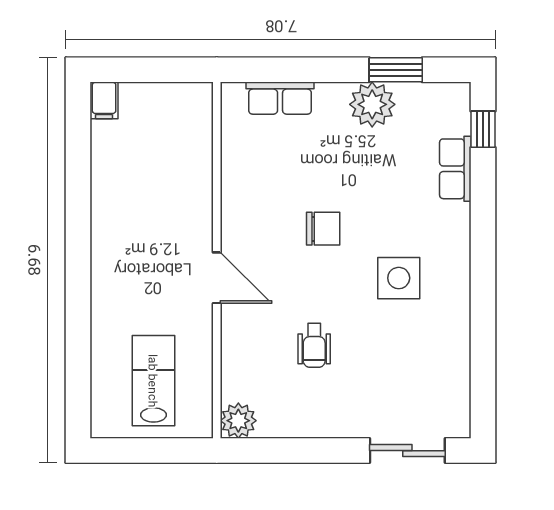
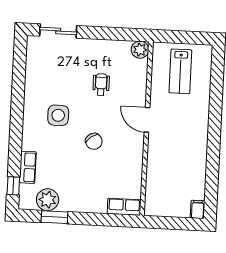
row of seats: (280, 98) -> (124, 207), moved
plant: (372, 104) -> (48, 200), moved
chair: (323, 229) -> (94, 141), turned -125

